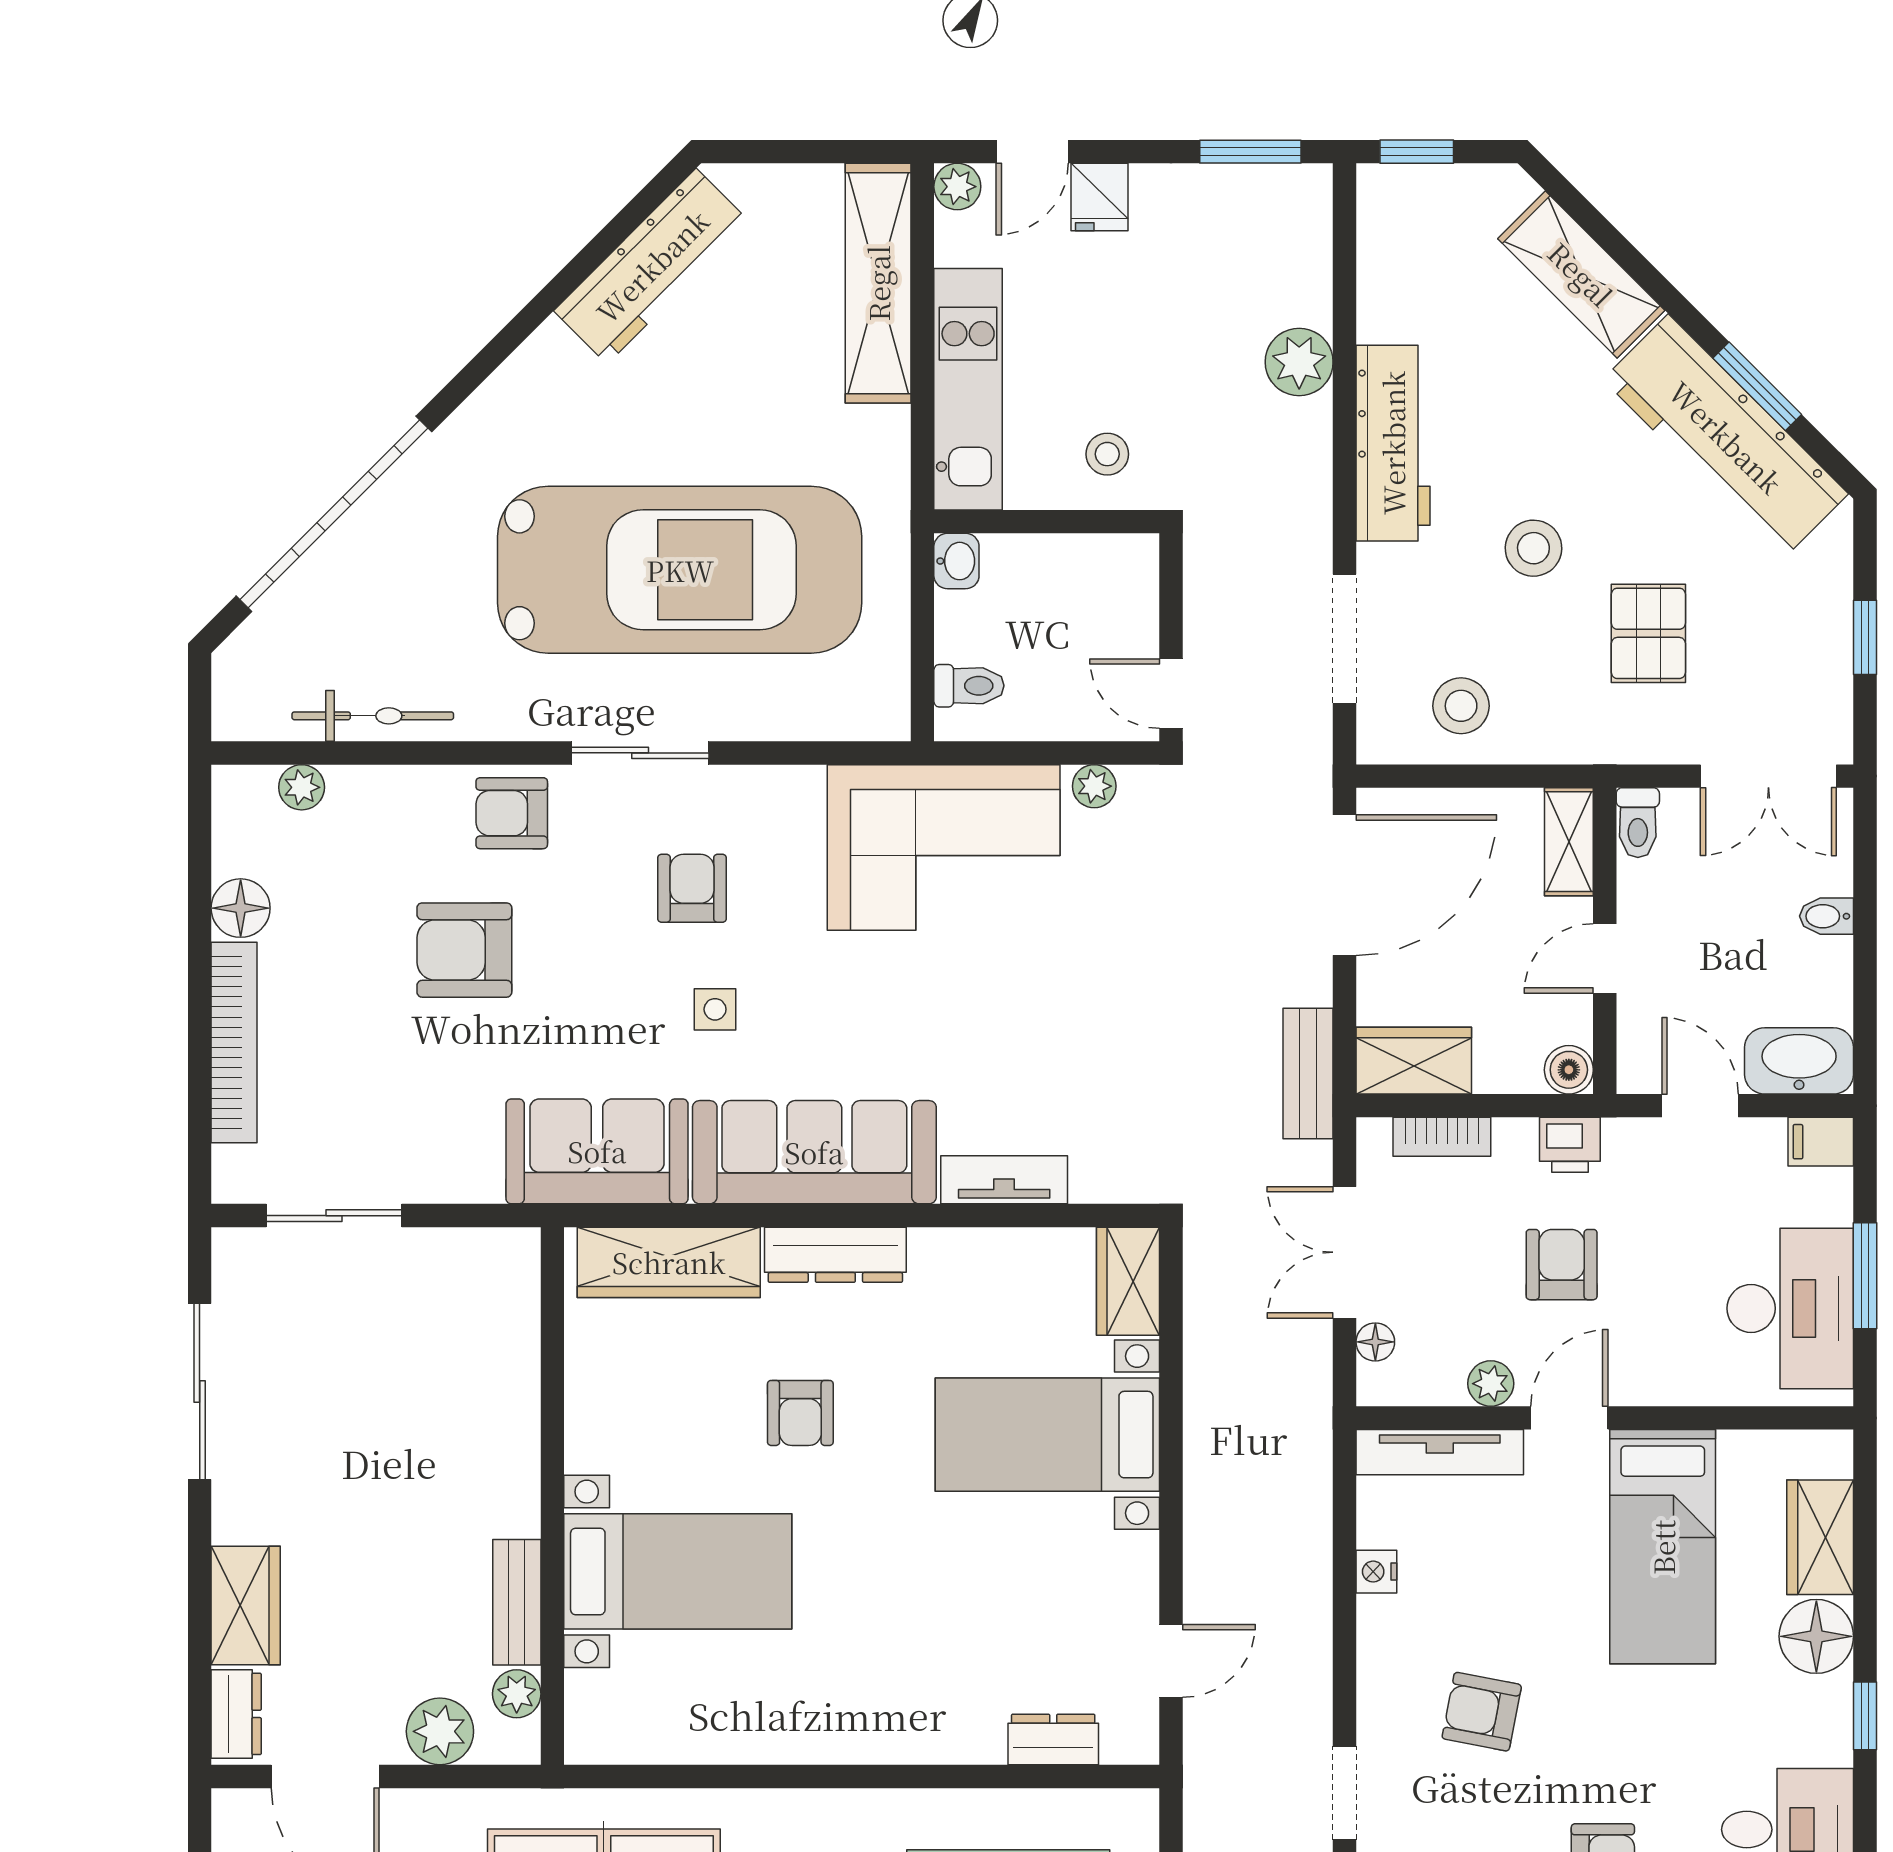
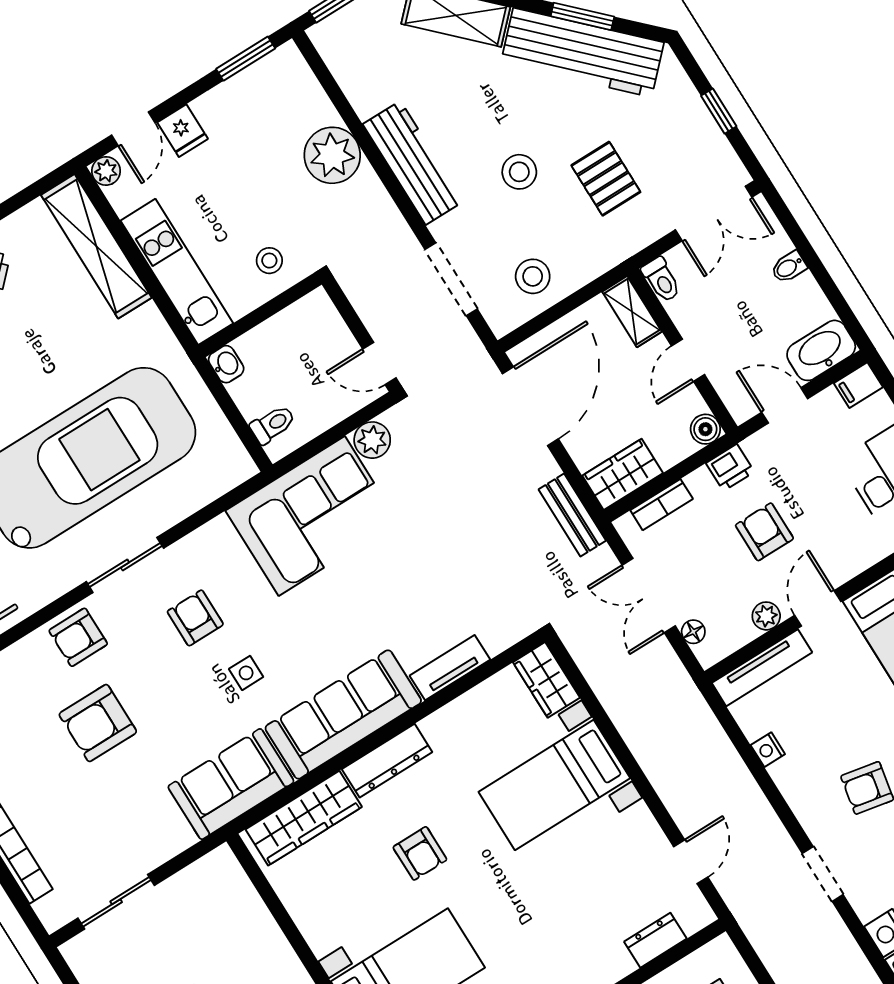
plant: (1299, 362) -> (332, 155), width x1.36, depth x1.36
plant: (1094, 786) -> (372, 440), width x1.38, depth x1.38

